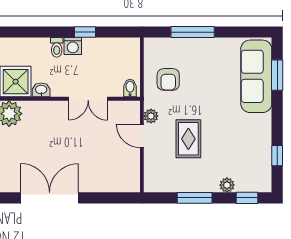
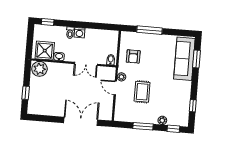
window: (85, 32) -> (48, 22), moved
double door: (50, 198) -> (81, 121), moved

